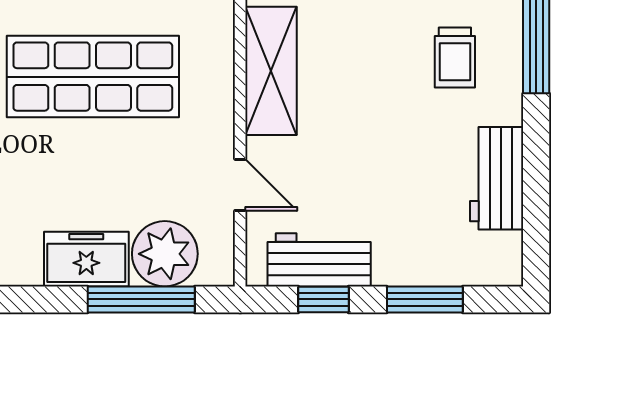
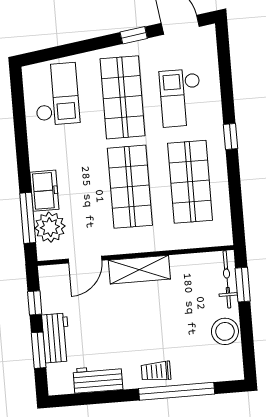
trolley: (455, 58) -> (156, 371), moved
door: (240, 185) -> (85, 260), width x1.38
workbench: (319, 260) -> (56, 338), moved

